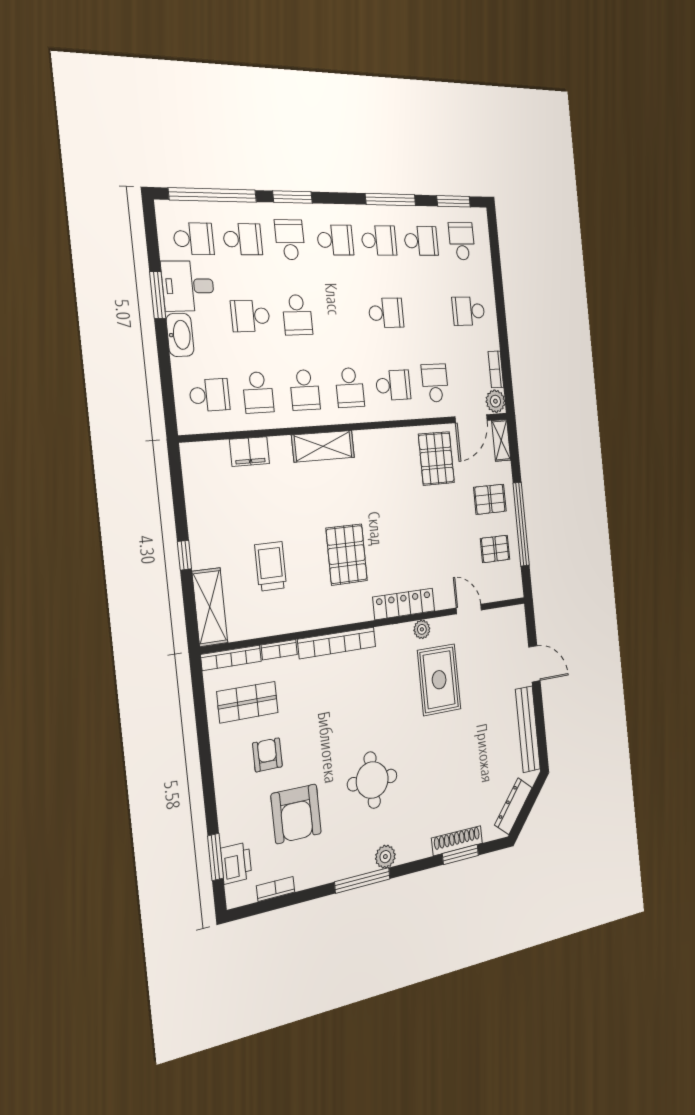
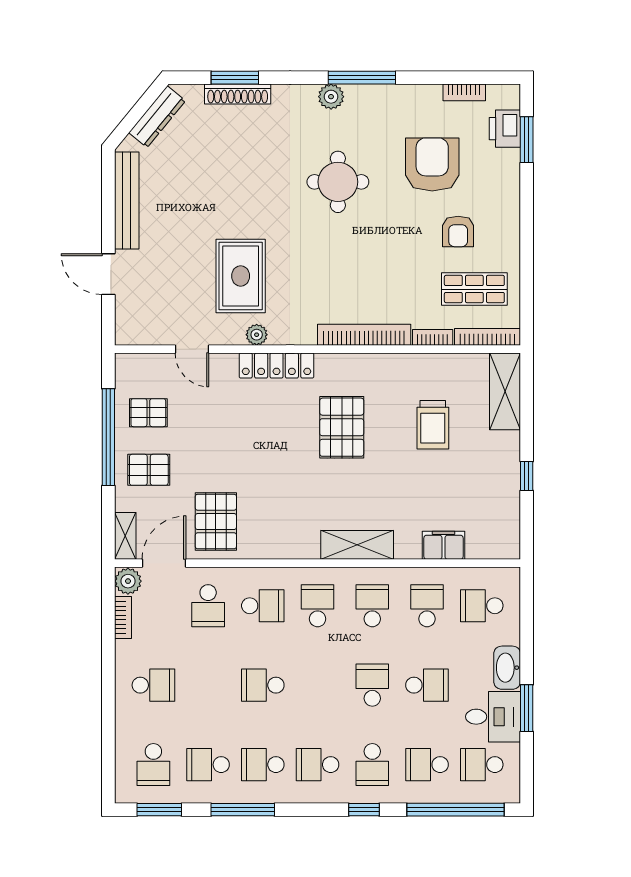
window: (292, 197) -> (364, 810), width x0.67
school desk: (393, 385) -> (263, 606), turned 180
window: (184, 555) -> (527, 476), moved

